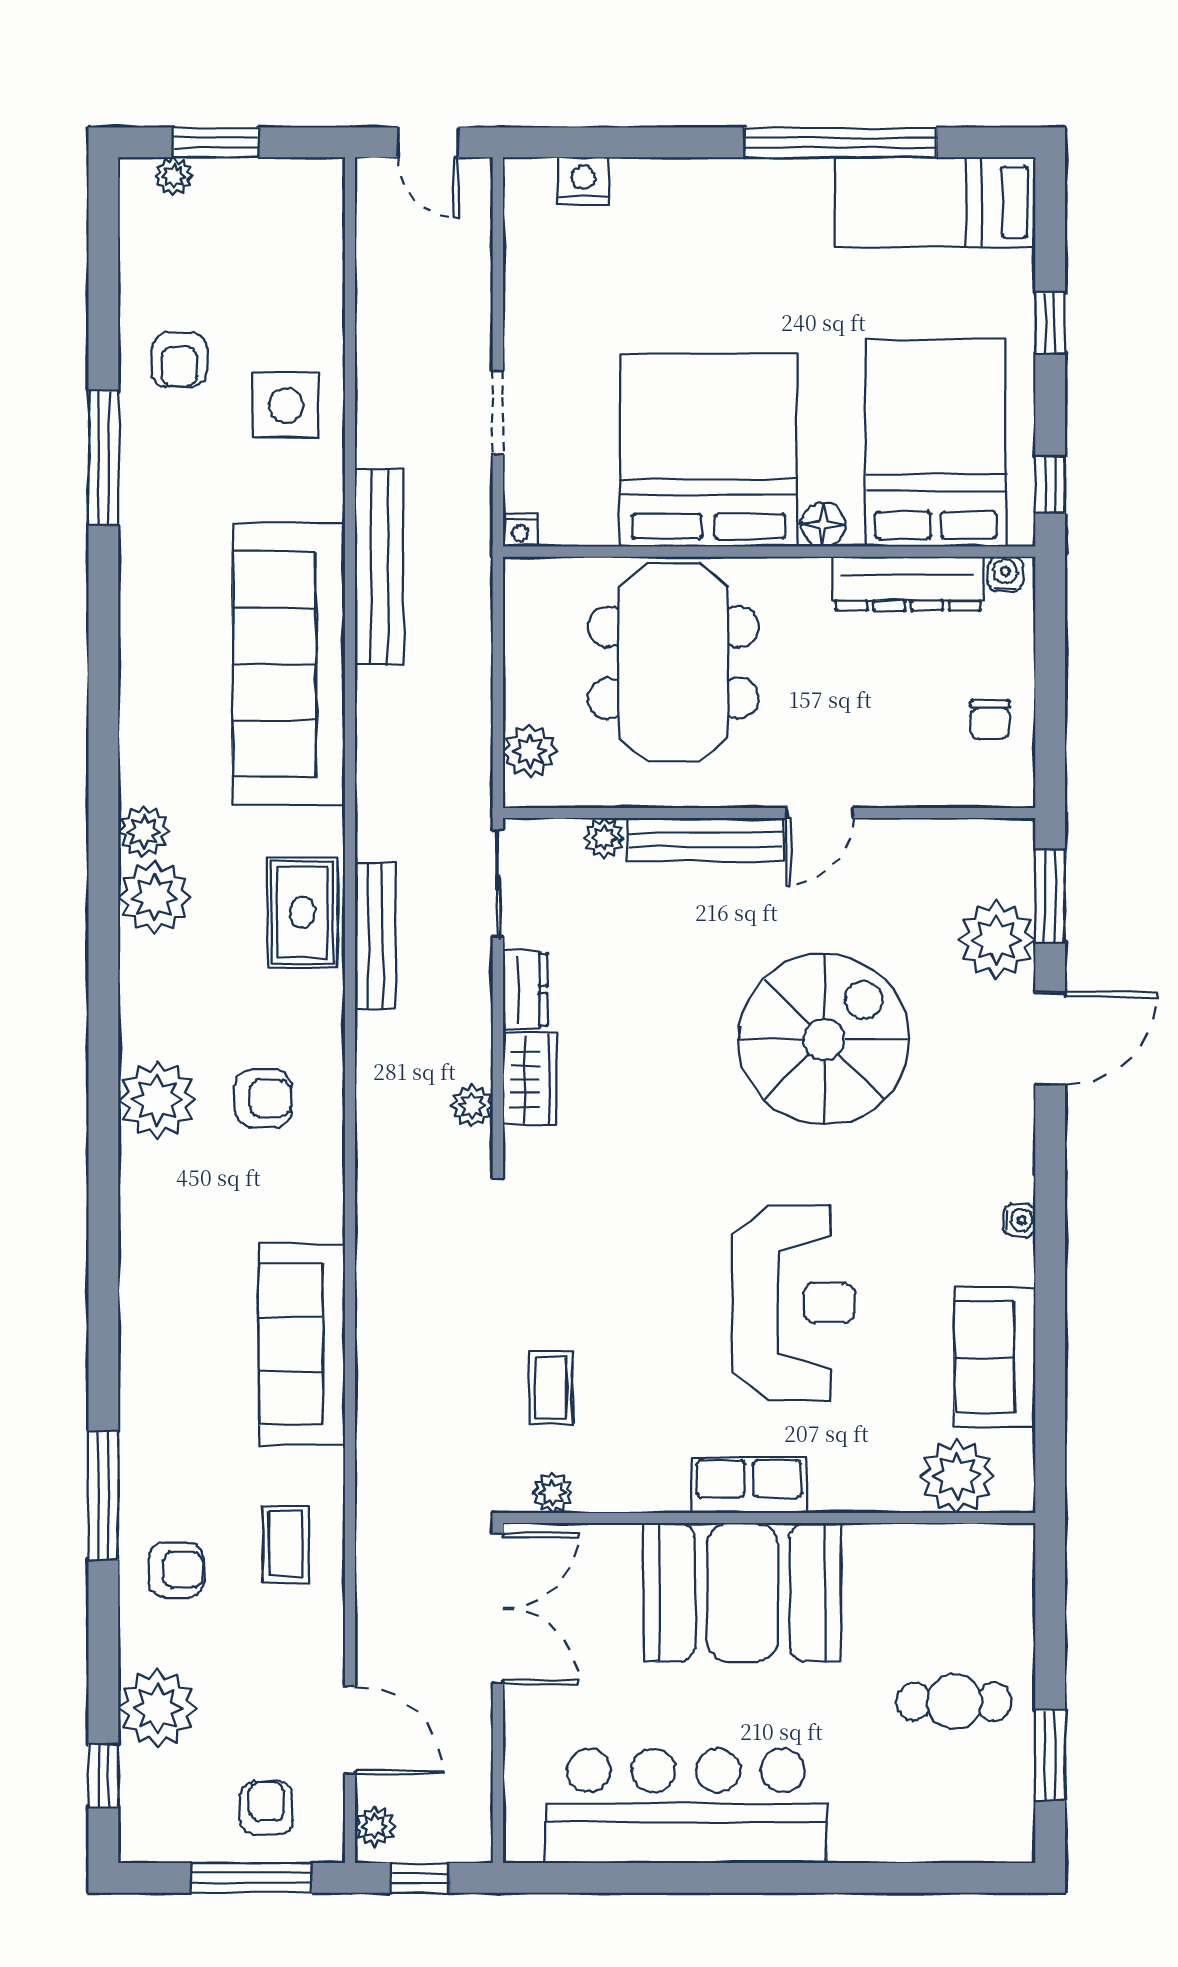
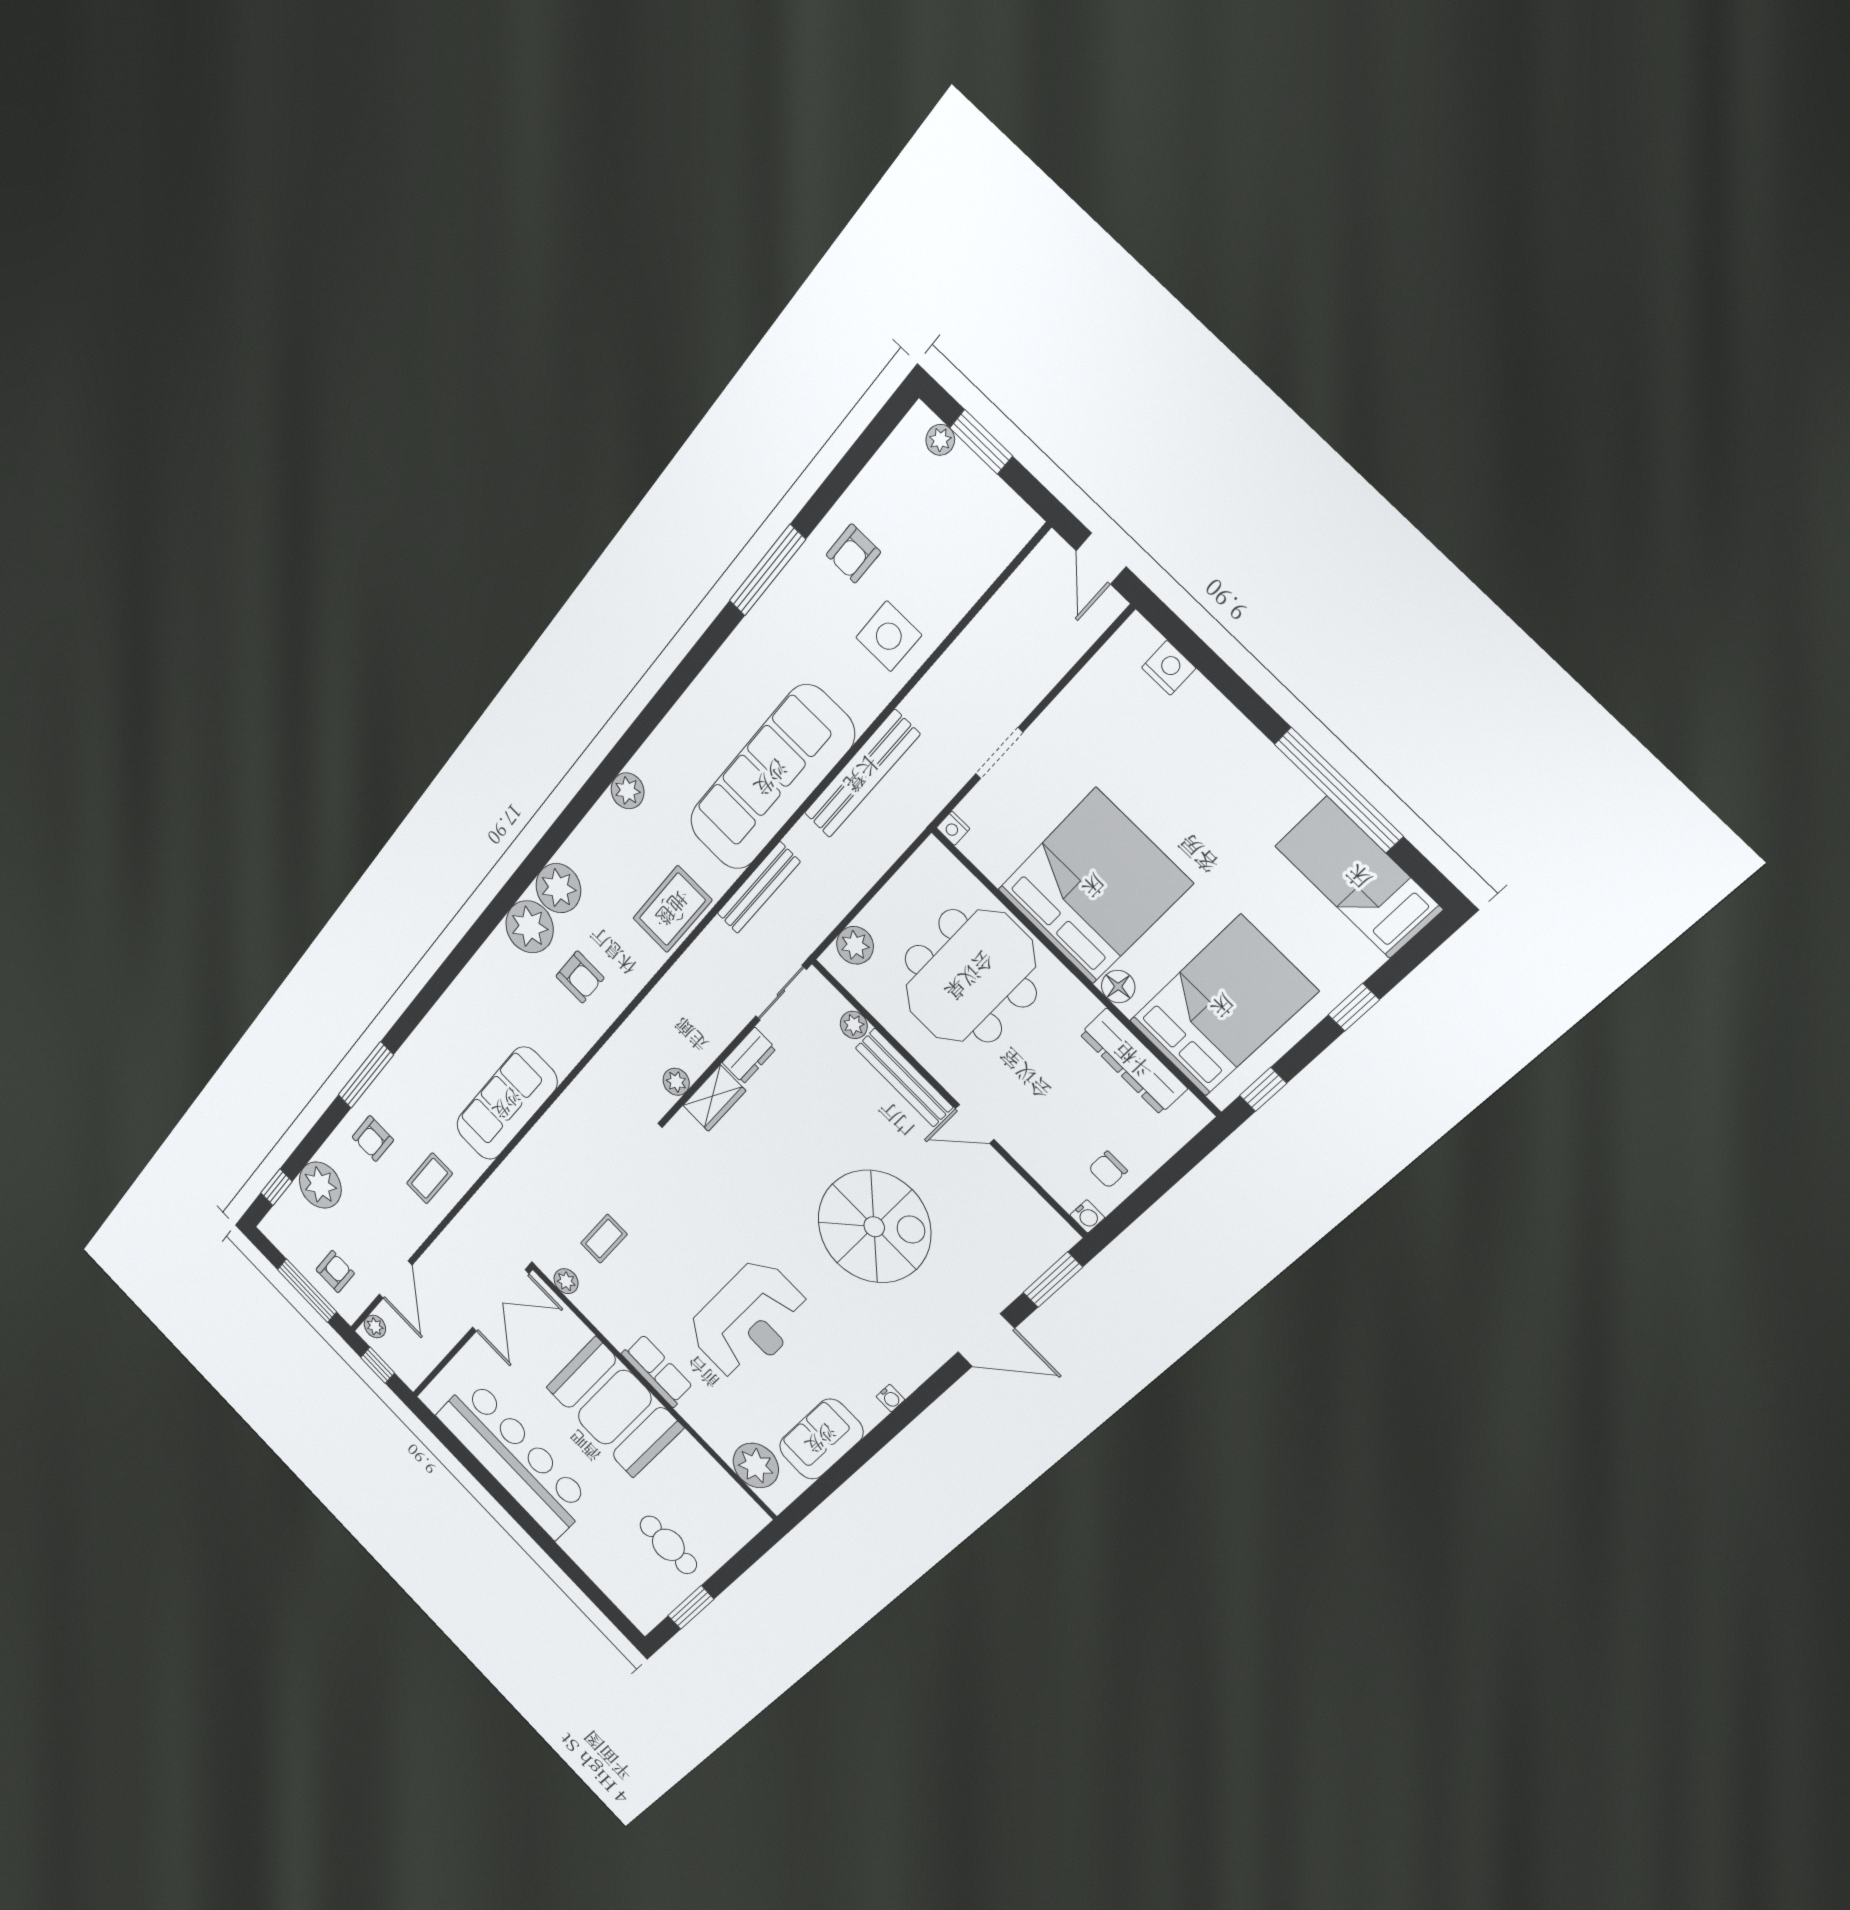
water cooler: (1005, 574) -> (1087, 1216), moved, turned 90
plant: (155, 897) -> (558, 888), moved
bench: (375, 936) -> (758, 888), moved
plant: (996, 940) -> (1005, 1271), removed
armchair: (176, 1570) -> (373, 1139), turned 90

